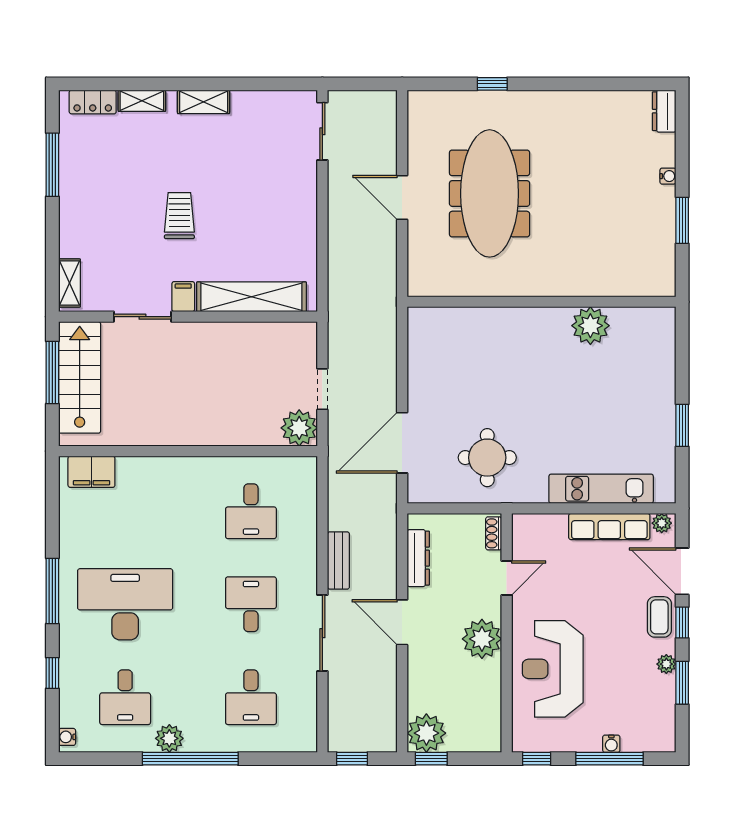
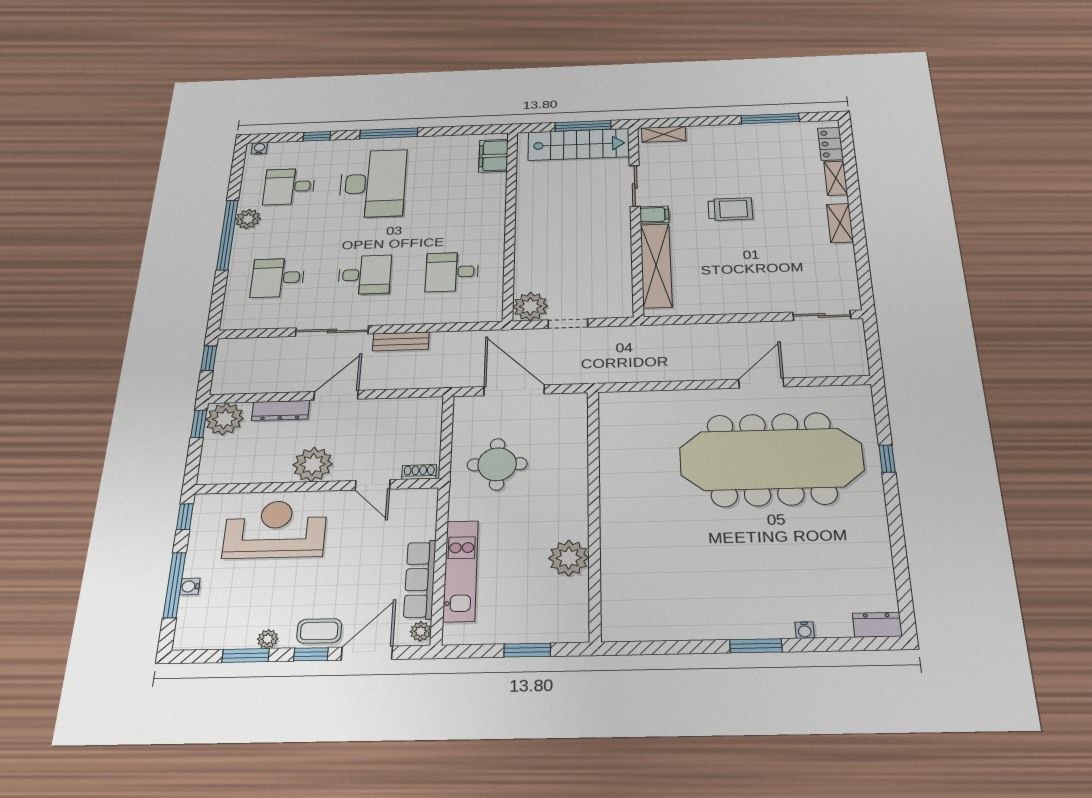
meeting table: (490, 193) -> (771, 459), width x1.36, depth x1.27
wall: (542, 302) -> (594, 511), moved
plant: (590, 326) -> (569, 558), moved
dresser: (418, 558) -> (281, 410), moved

